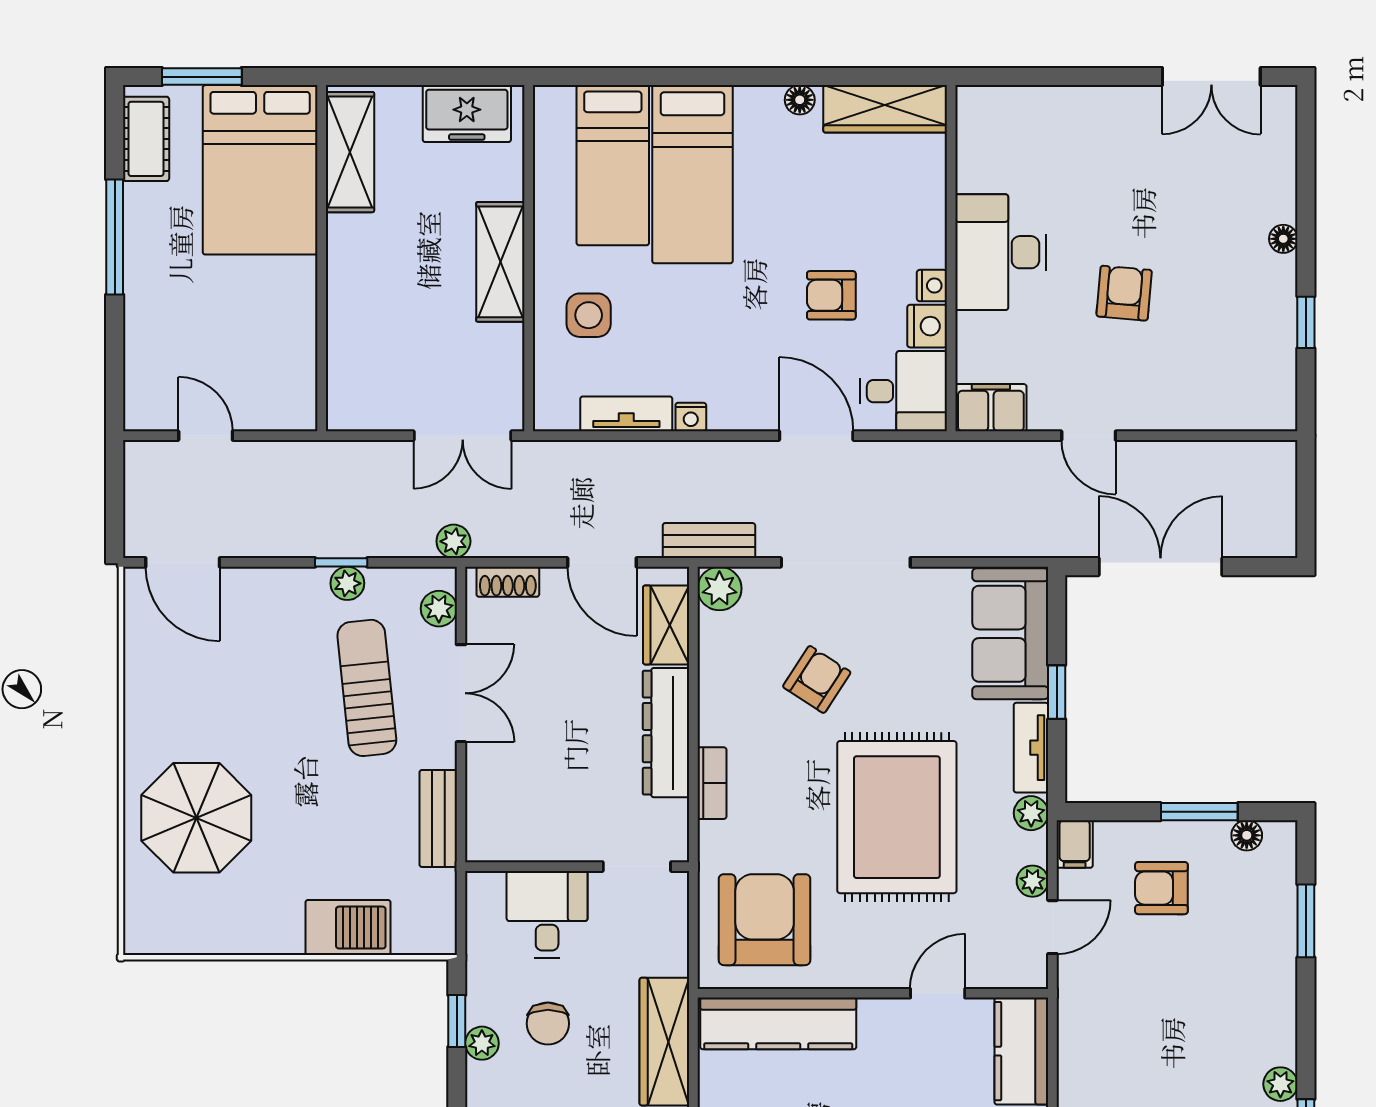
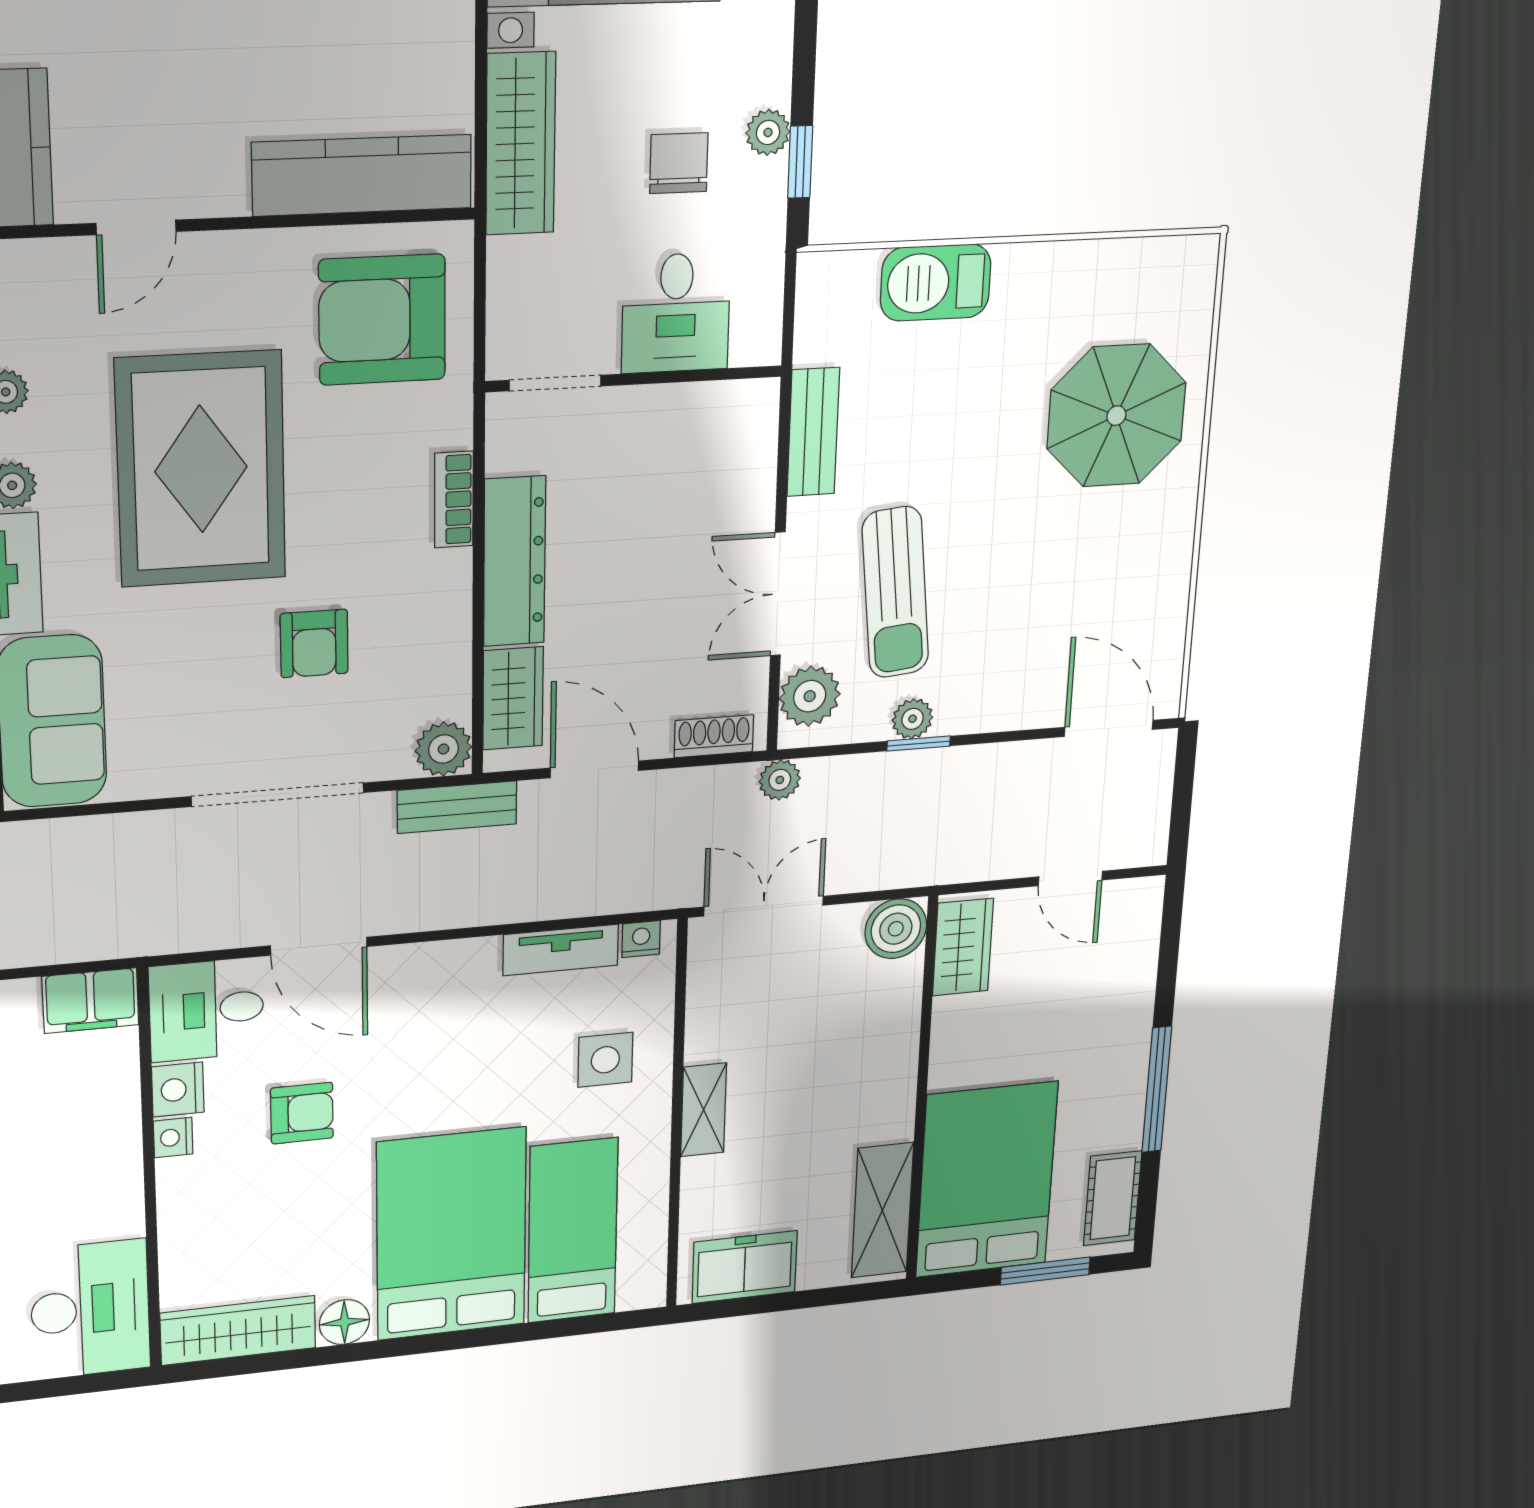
floor lamp: (800, 100) -> (344, 1322), width x1.37, depth x1.37
bed: (692, 174) -> (451, 1234), width x1.50
desk: (1001, 252) -> (90, 1309), moved
shelving: (500, 262) -> (704, 1110), width x0.67, depth x0.75
wardrobe: (294, 384) -> (963, 947), added
boiler: (352, 406) -> (896, 929), added
nightstand: (691, 417) -> (641, 939), moved
plant: (439, 609) -> (810, 696), width x1.38, depth x1.38
armchair: (817, 679) -> (314, 643), turned -33
armchair: (765, 920) -> (382, 320), turned 90

